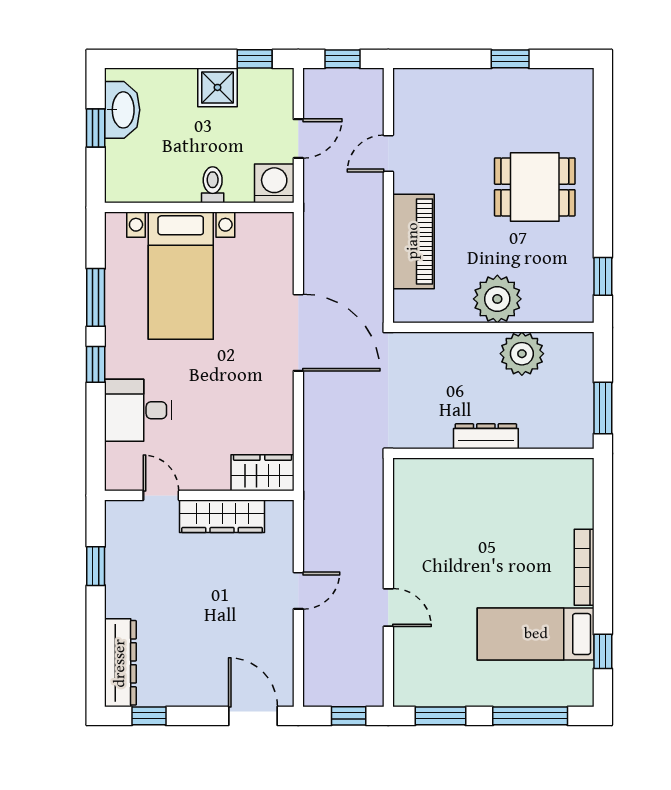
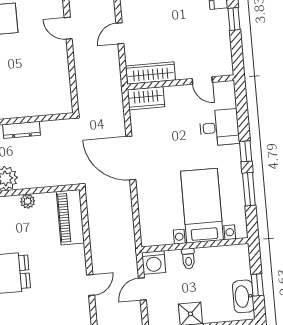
piano: (413, 241) -> (70, 217), moved
plant: (497, 299) -> (28, 201), width x0.53, depth x0.53
door: (298, 333) -> (131, 158), moved
wardrobe: (222, 516) -> (151, 73), moved
window: (96, 566) -> (234, 19), moved

